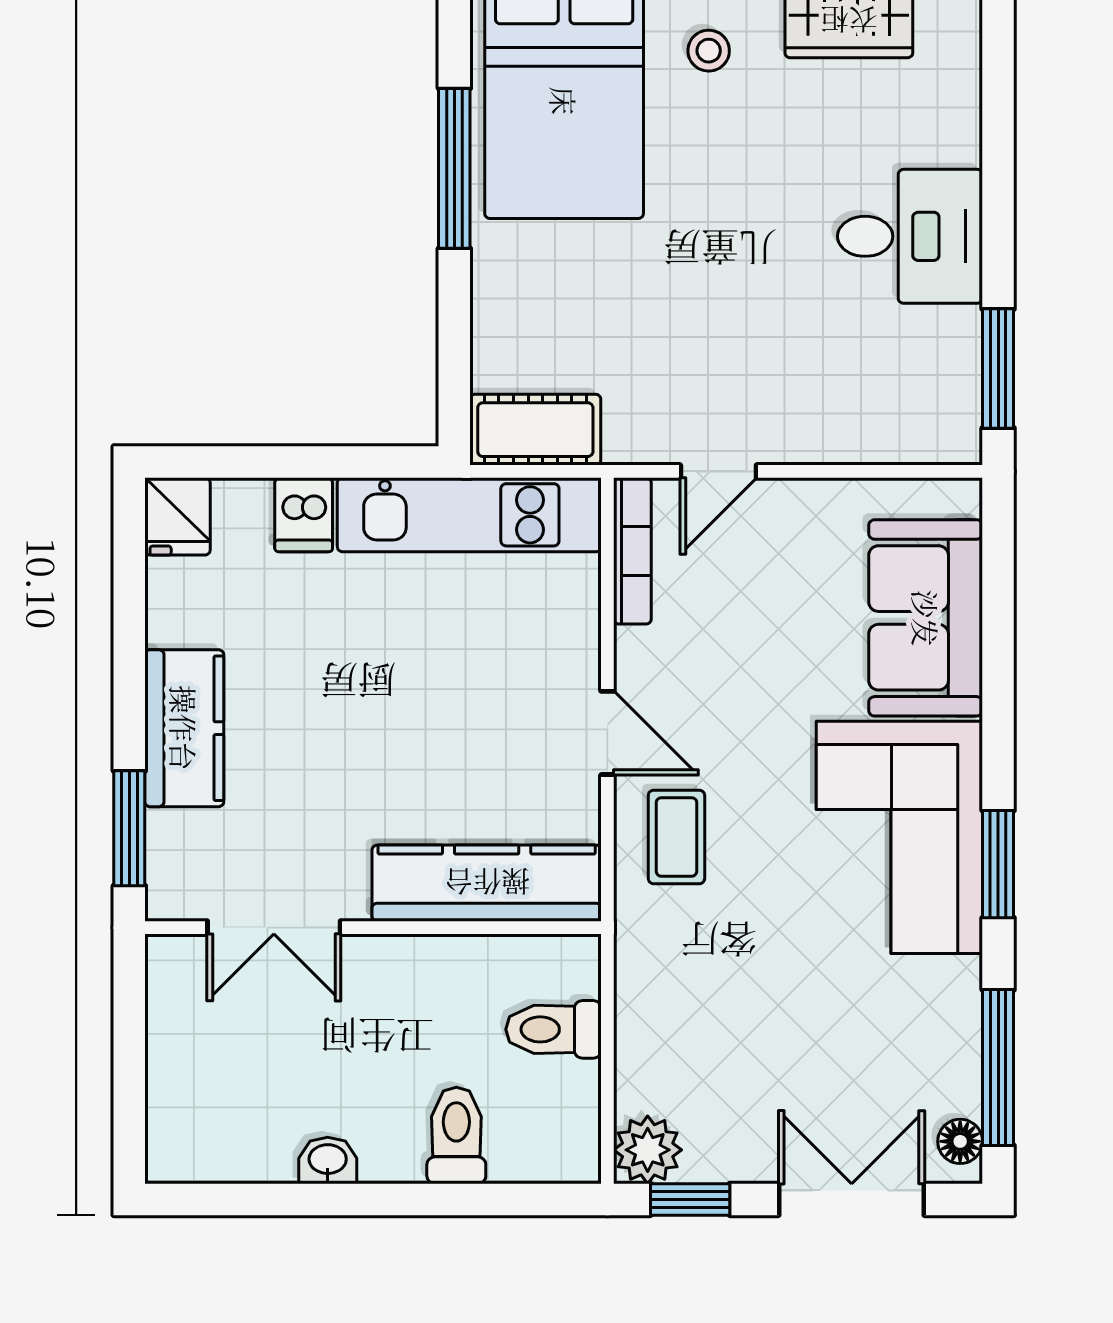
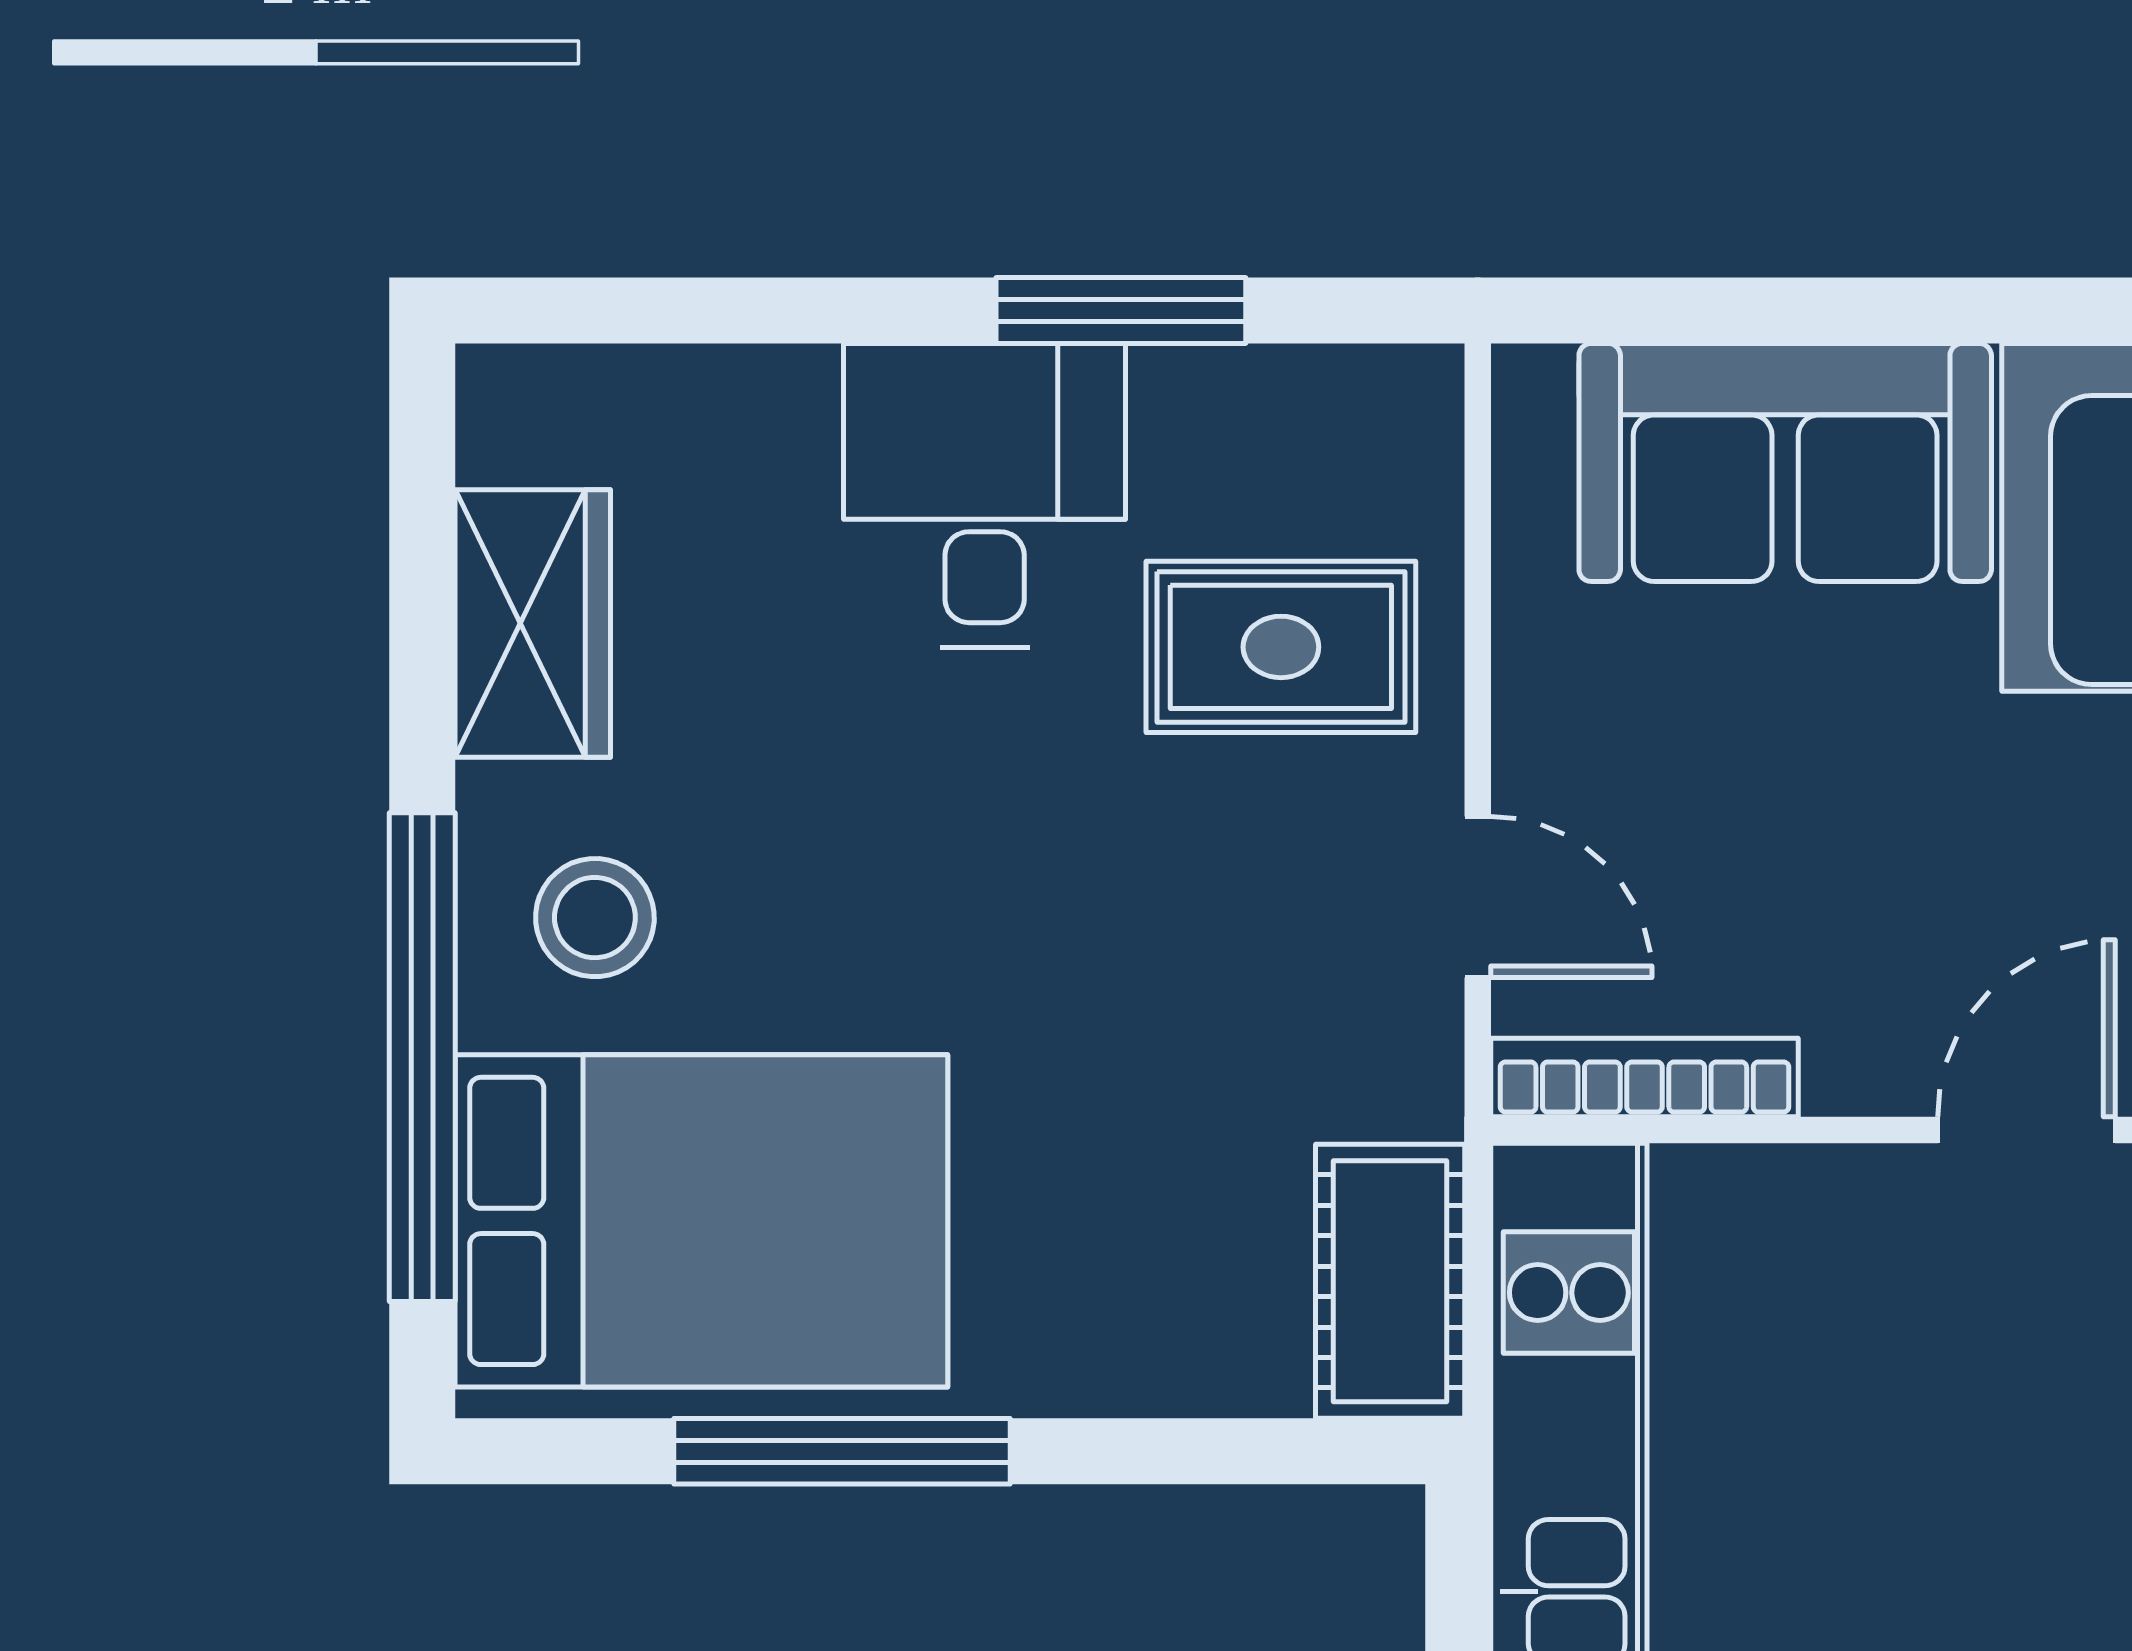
stool: (709, 51) -> (595, 918), width x1.37, depth x1.37
window: (998, 369) -> (1121, 310), moved
rug: (838, 378) -> (1281, 647), added

